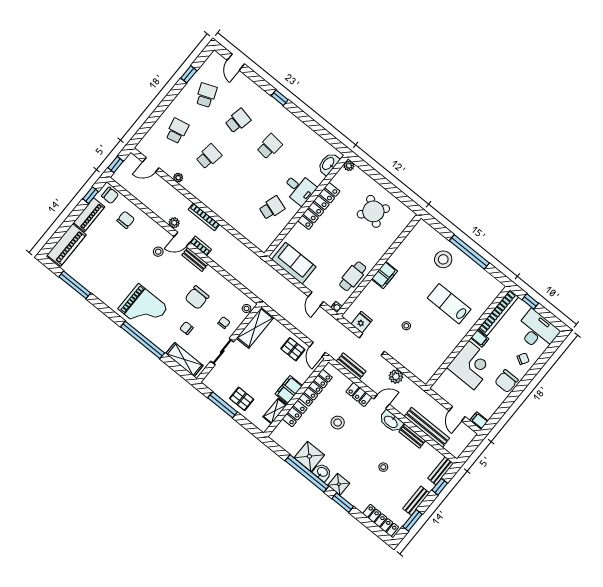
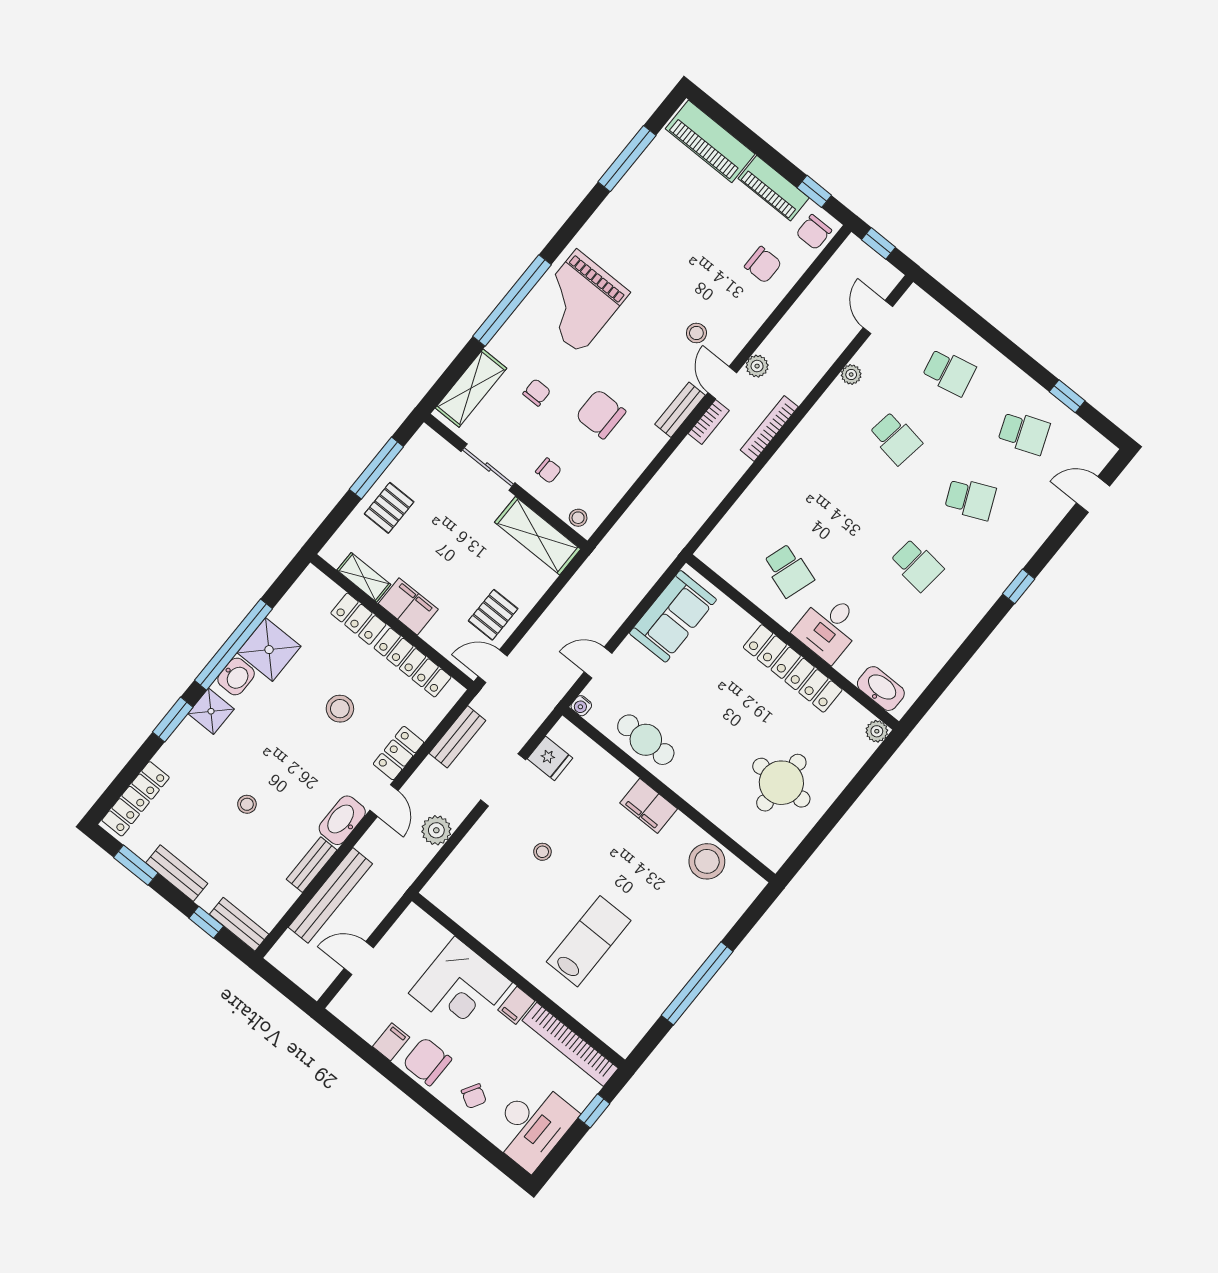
school desk: (238, 121) -> (970, 499), turned -36
round table: (373, 211) -> (781, 783), turned -38
stool: (443, 259) -> (707, 861), moved
filing cabinet: (479, 420) -> (391, 1042), moved

